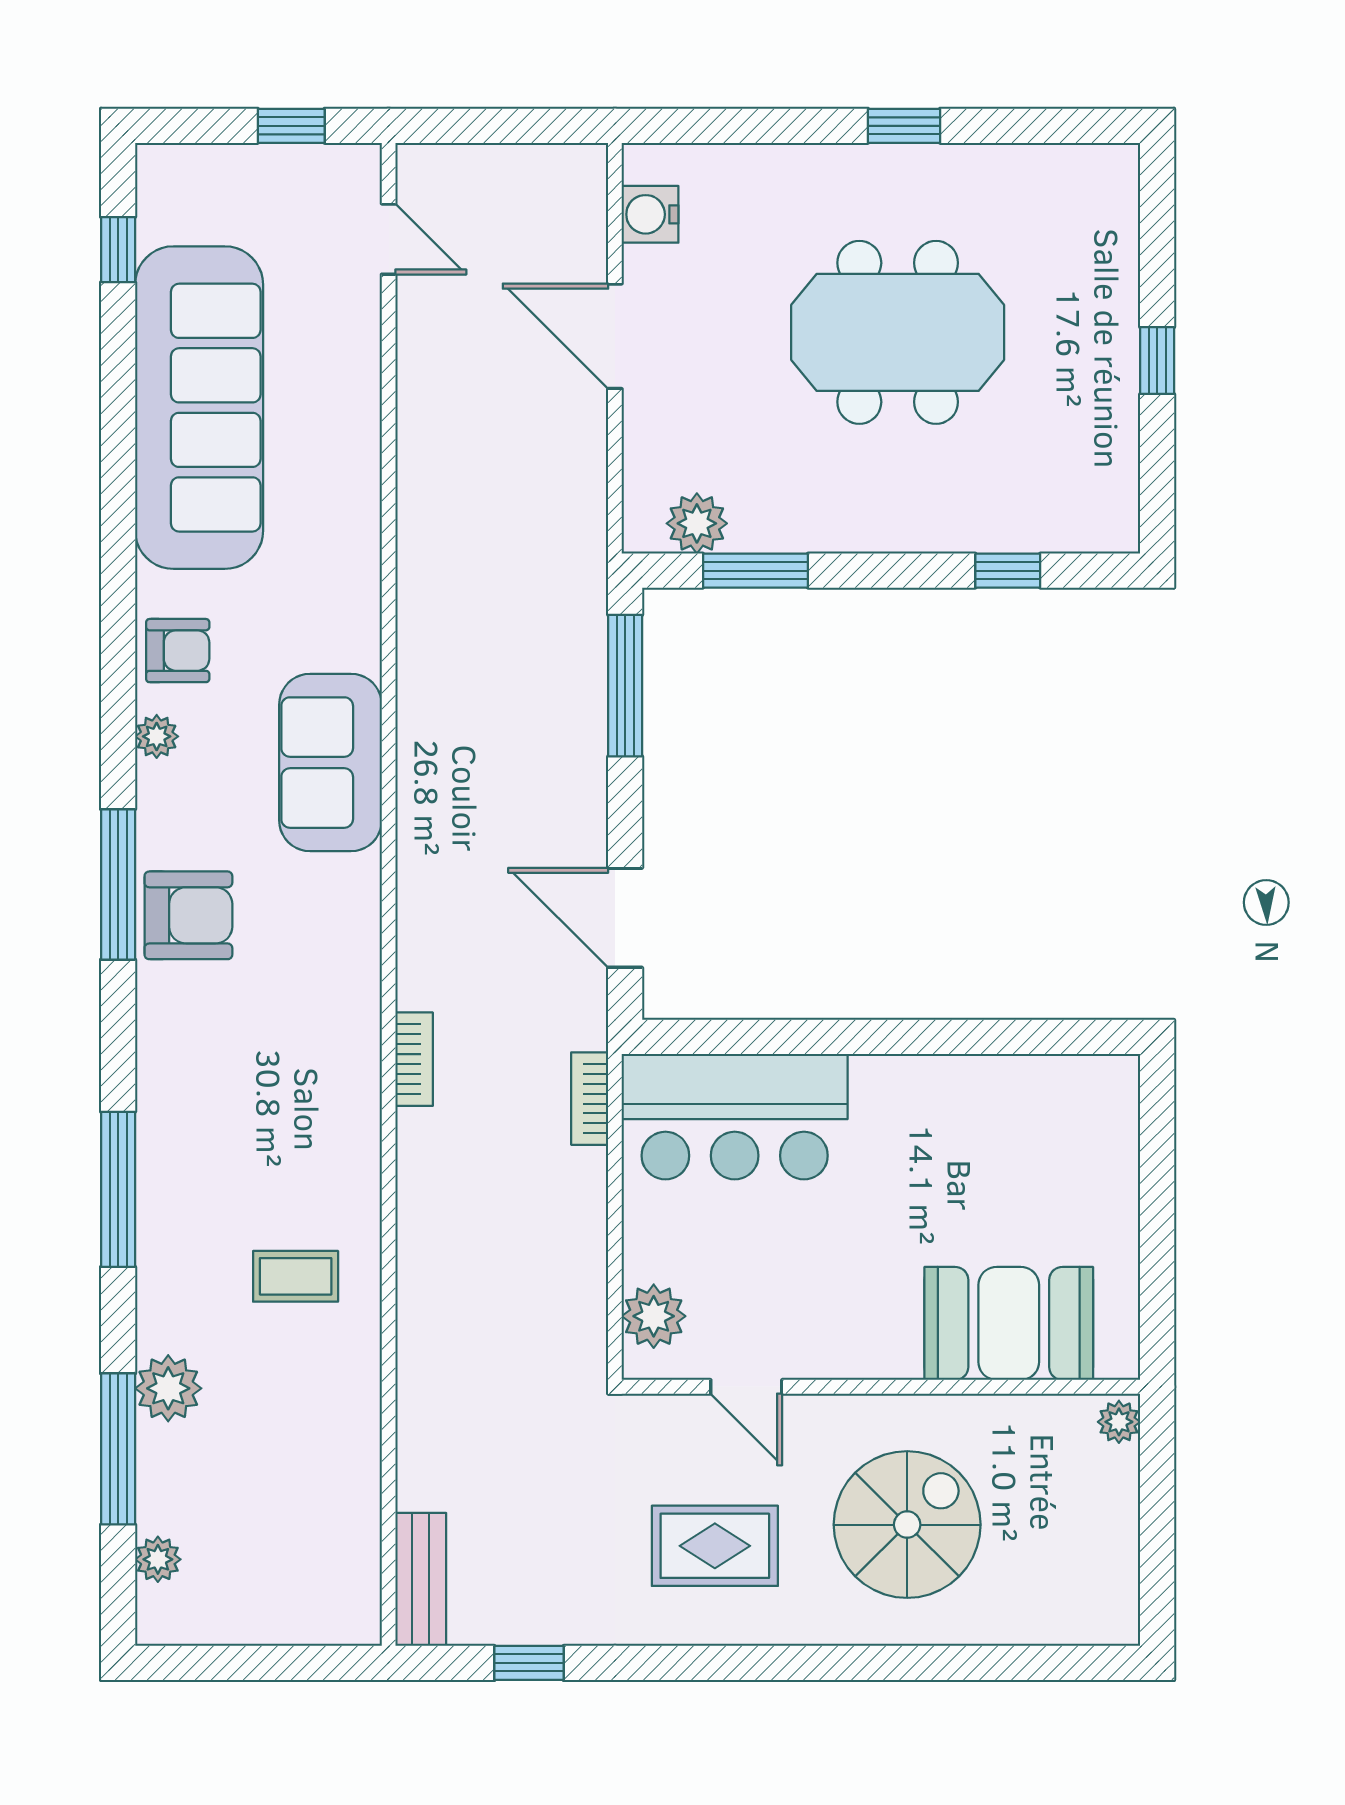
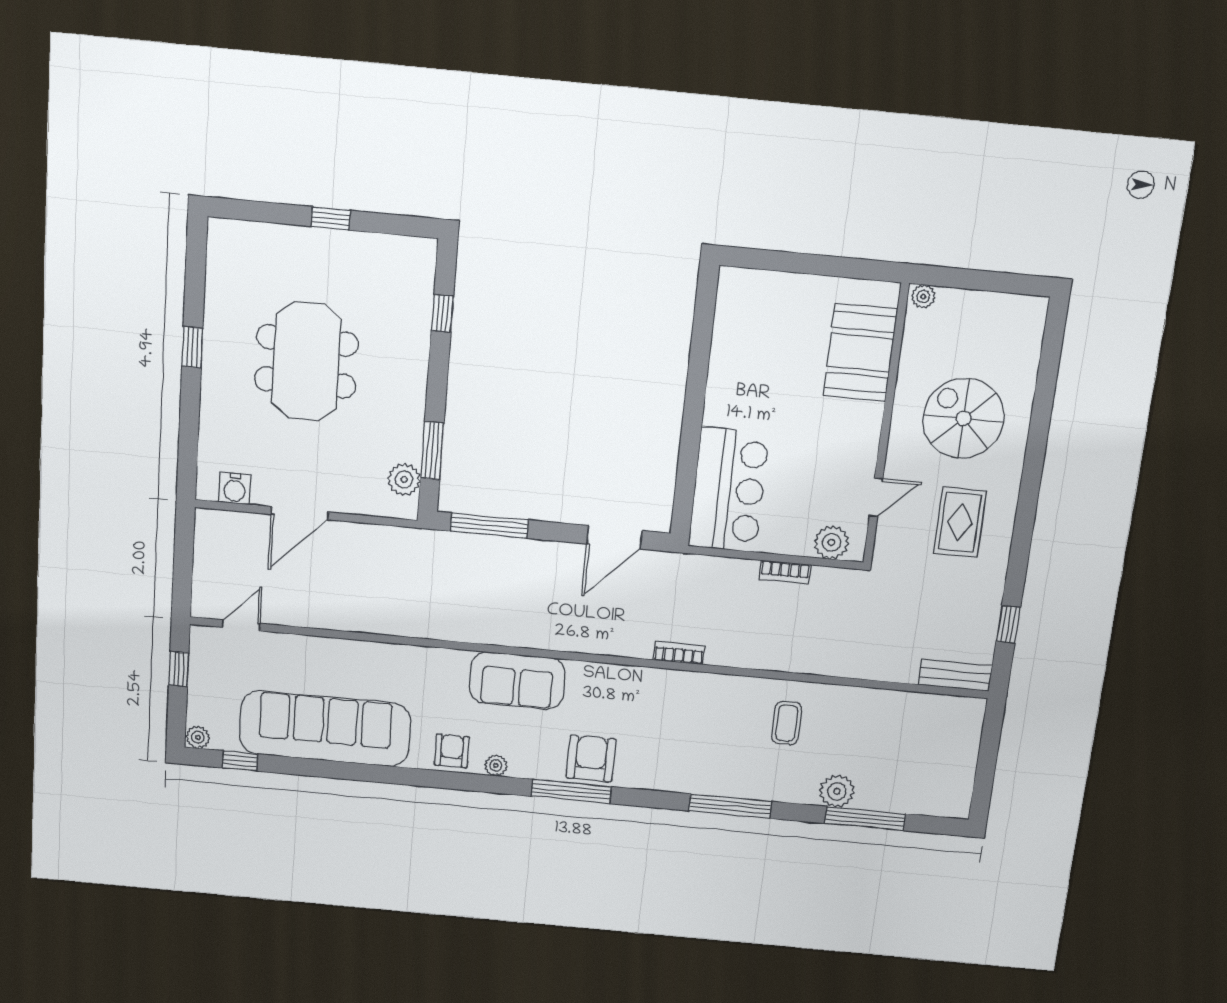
bookcase: (590, 1099) -> (785, 572), moved
plant: (158, 1559) -> (198, 737), moved

